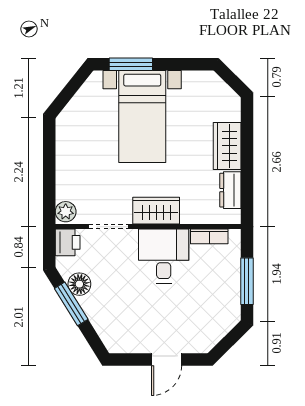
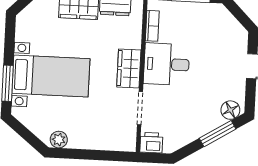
plant: (66, 212) -> (59, 140), moved
floor lamp: (79, 284) -> (230, 110), moved
window: (71, 304) -> (218, 134), moved

